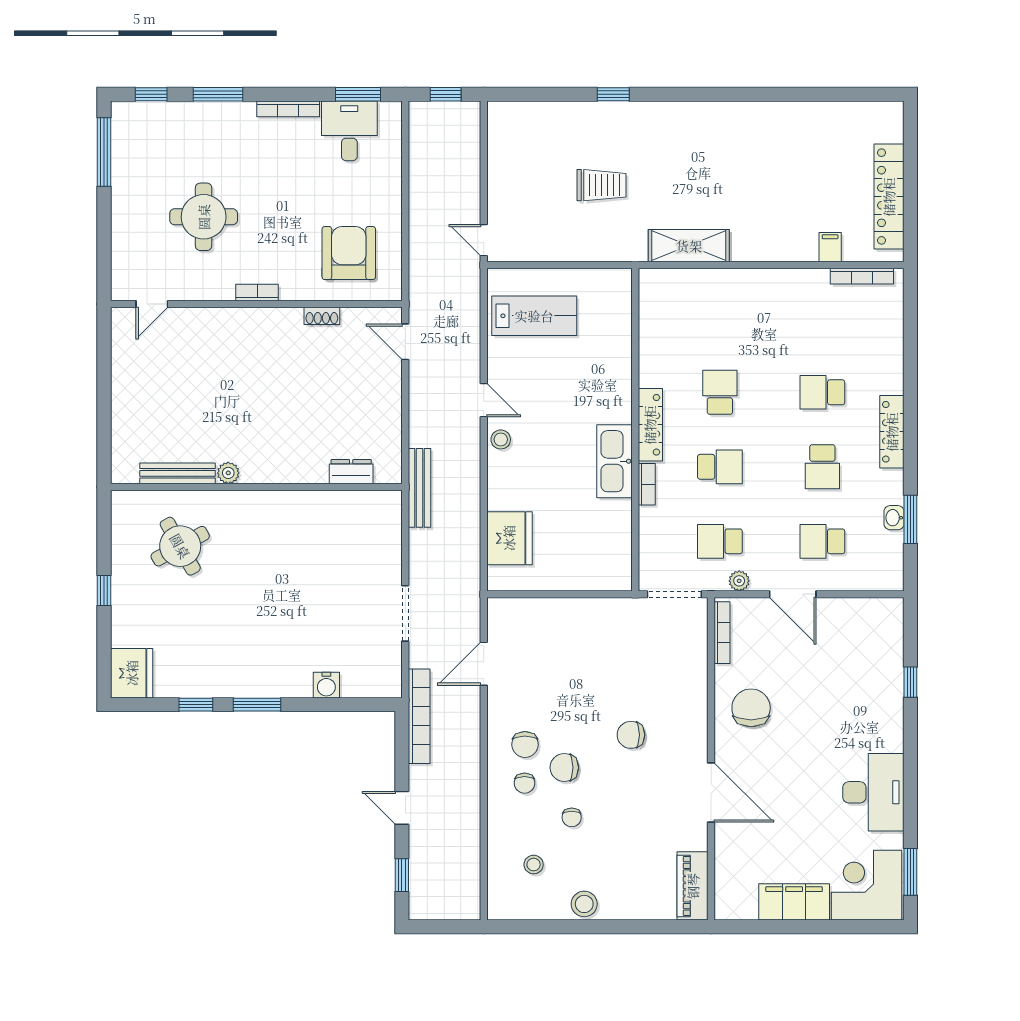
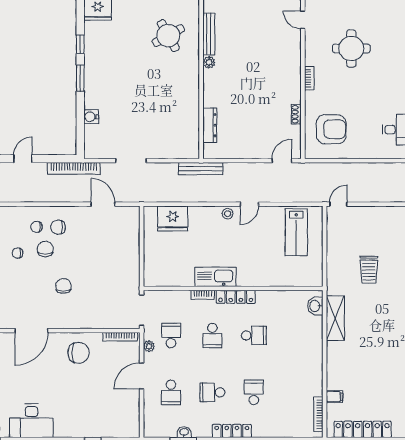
washbasin: (667, 282) -> (315, 306), added
dresser: (351, 472) -> (210, 125), width x1.44
school desk: (822, 541) -> (171, 392), turned 180

